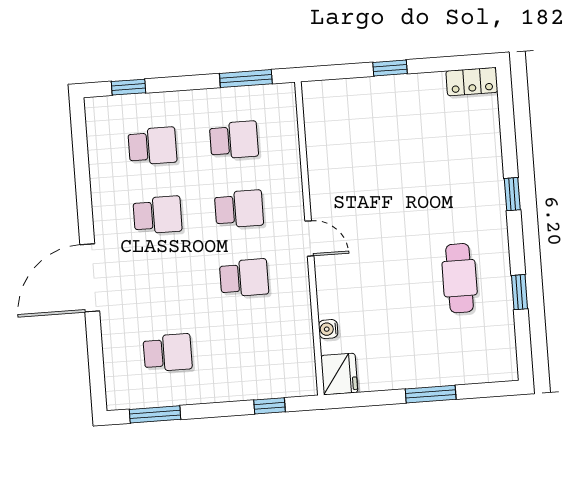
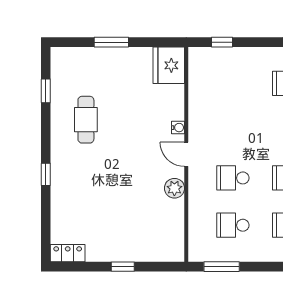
plant: (323, 188) -> (174, 188), added
school desk: (244, 278) -> (233, 131), removed
window: (519, 292) -> (46, 91), moved
water cooler: (328, 329) -> (178, 128), moved
fridge: (339, 374) -> (169, 65), width x1.36, depth x1.34

